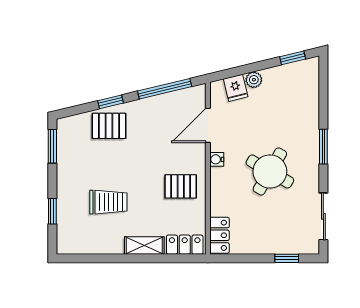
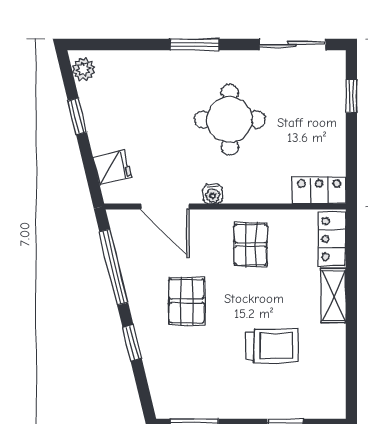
window: (293, 58) -> (77, 116), moved
plant: (254, 80) -> (83, 69), moved
pallet: (109, 126) -> (187, 301), moved
round table: (270, 171) -> (230, 119), turned -30
trolley: (108, 202) -> (272, 346), turned 90

